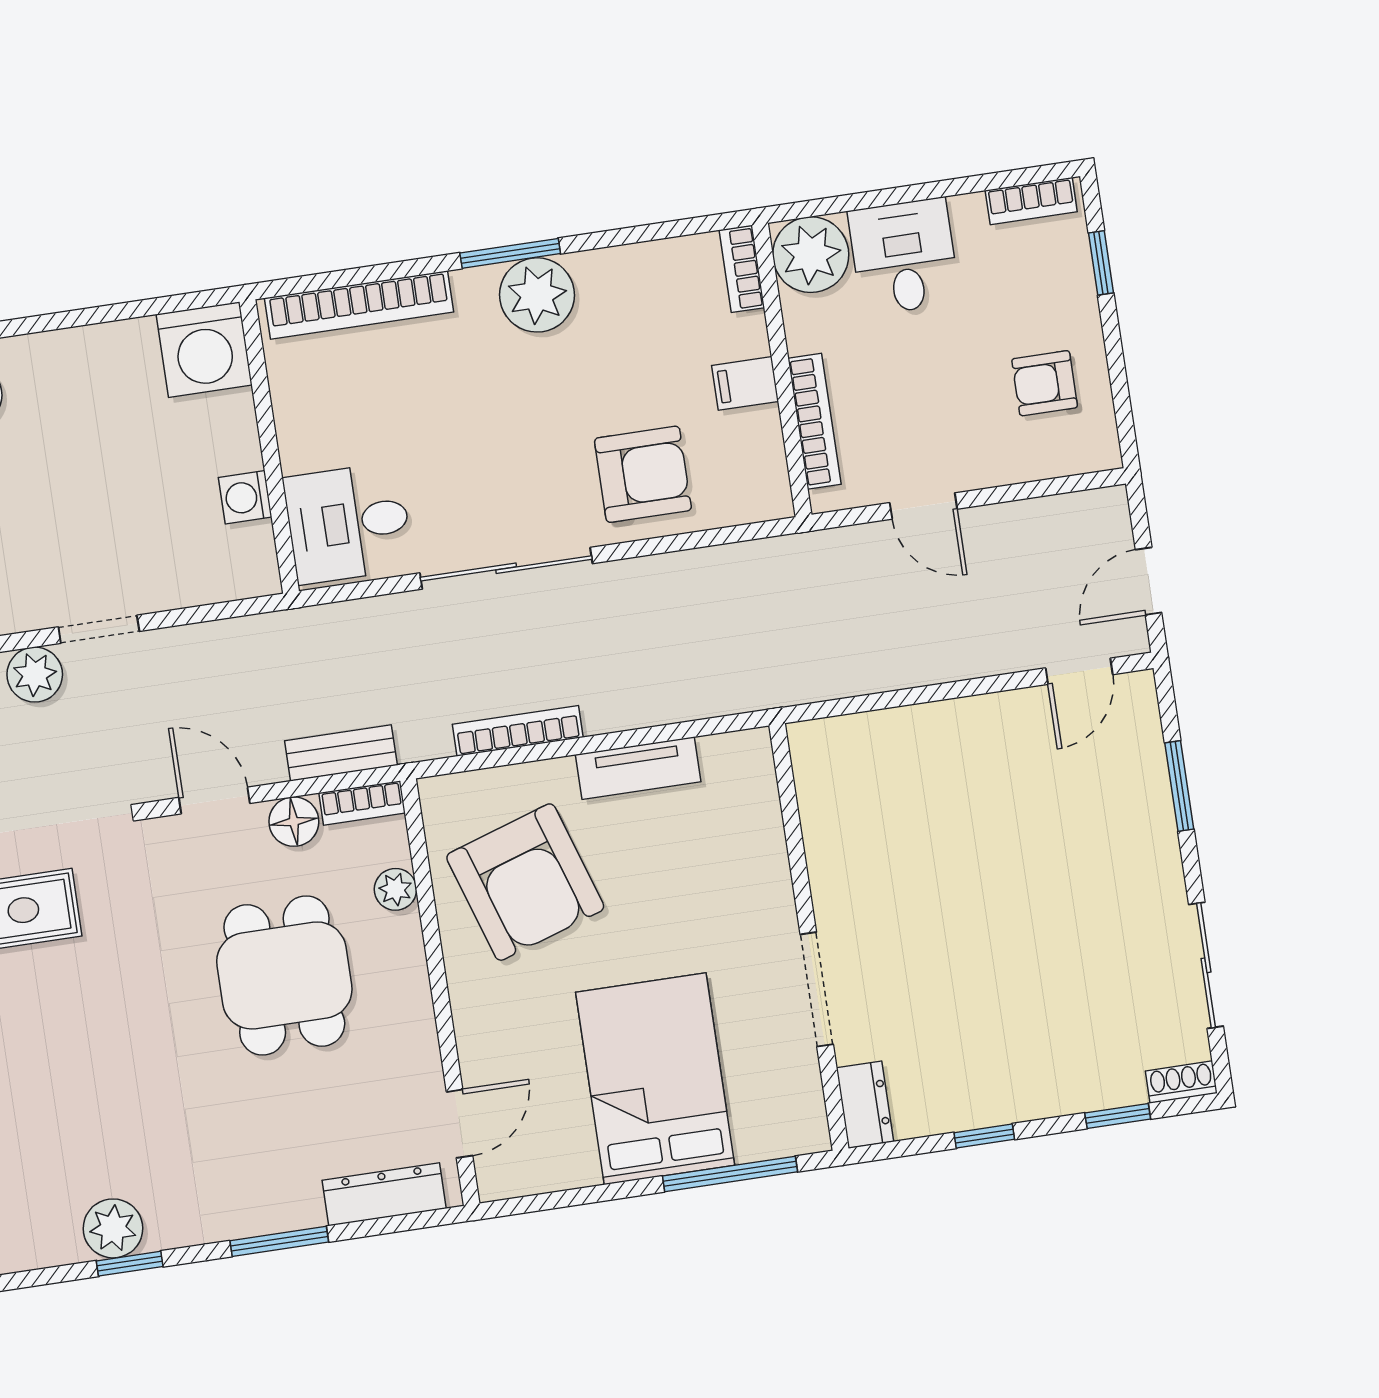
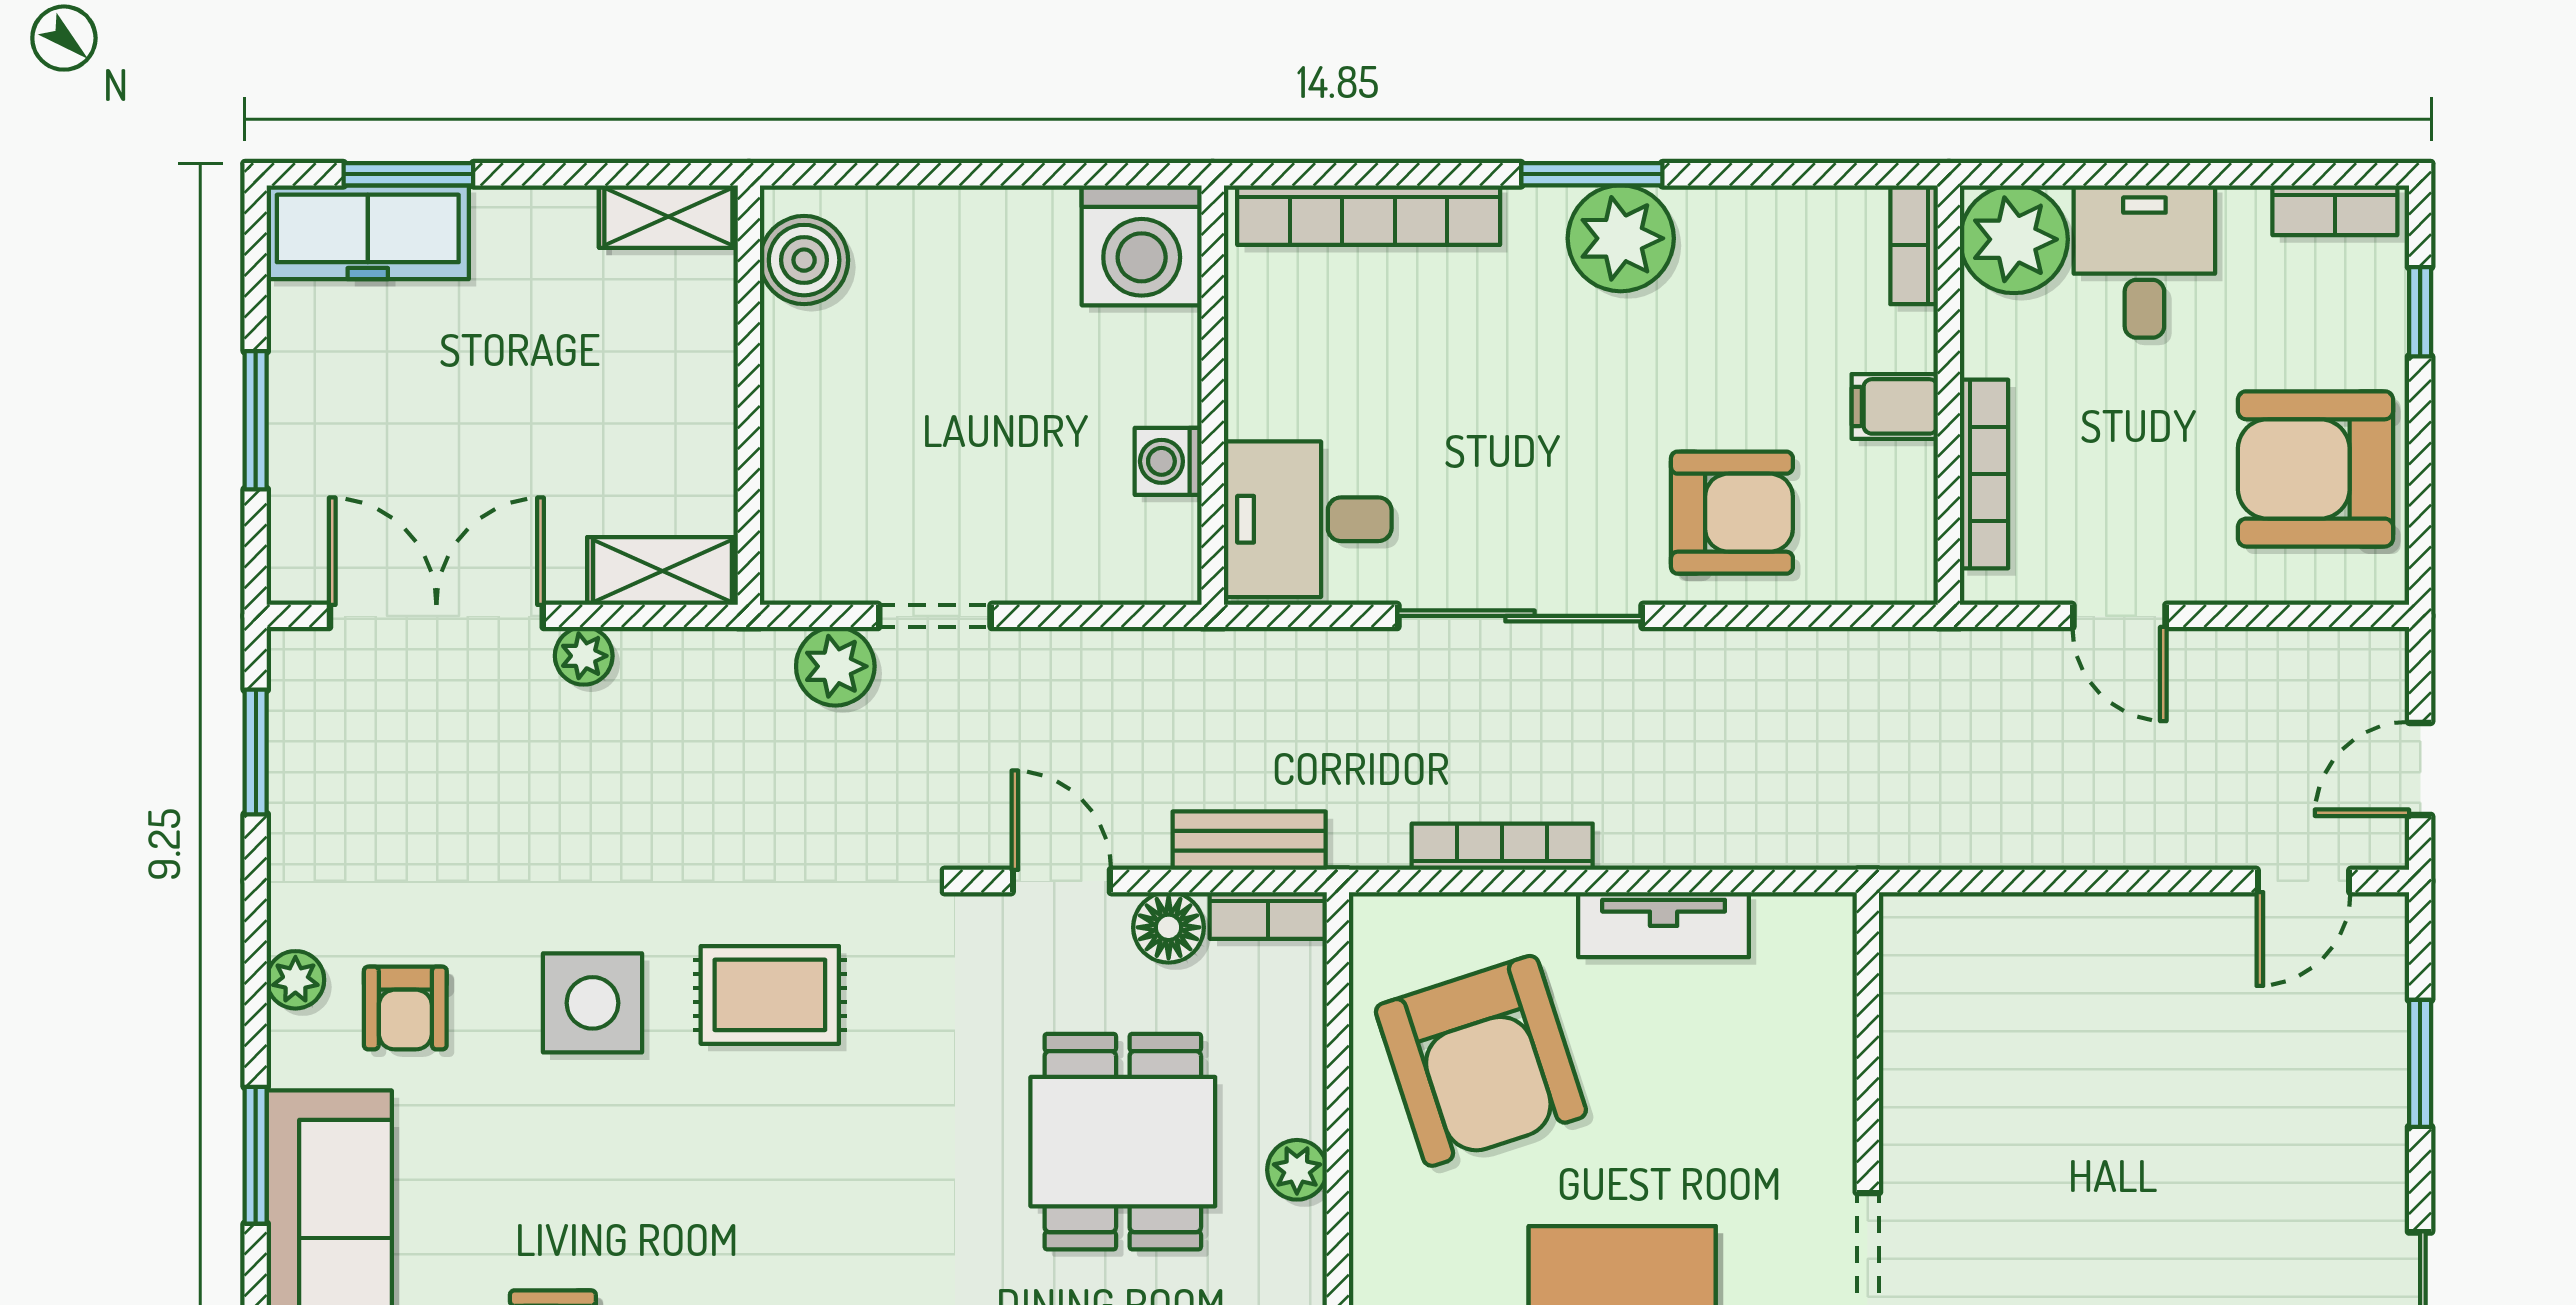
armchair: (1045, 383) -> (2316, 469), width x1.88, depth x1.88
plant: (395, 889) -> (1297, 1170), moved

